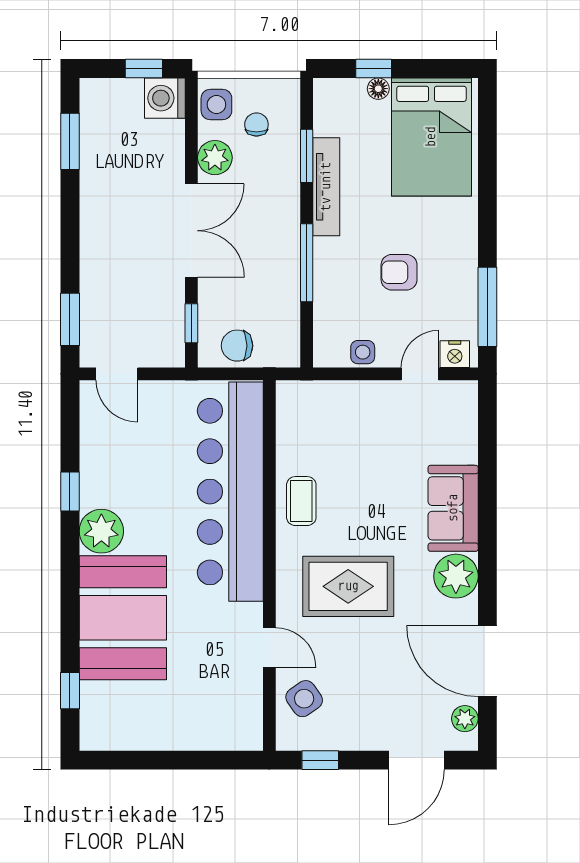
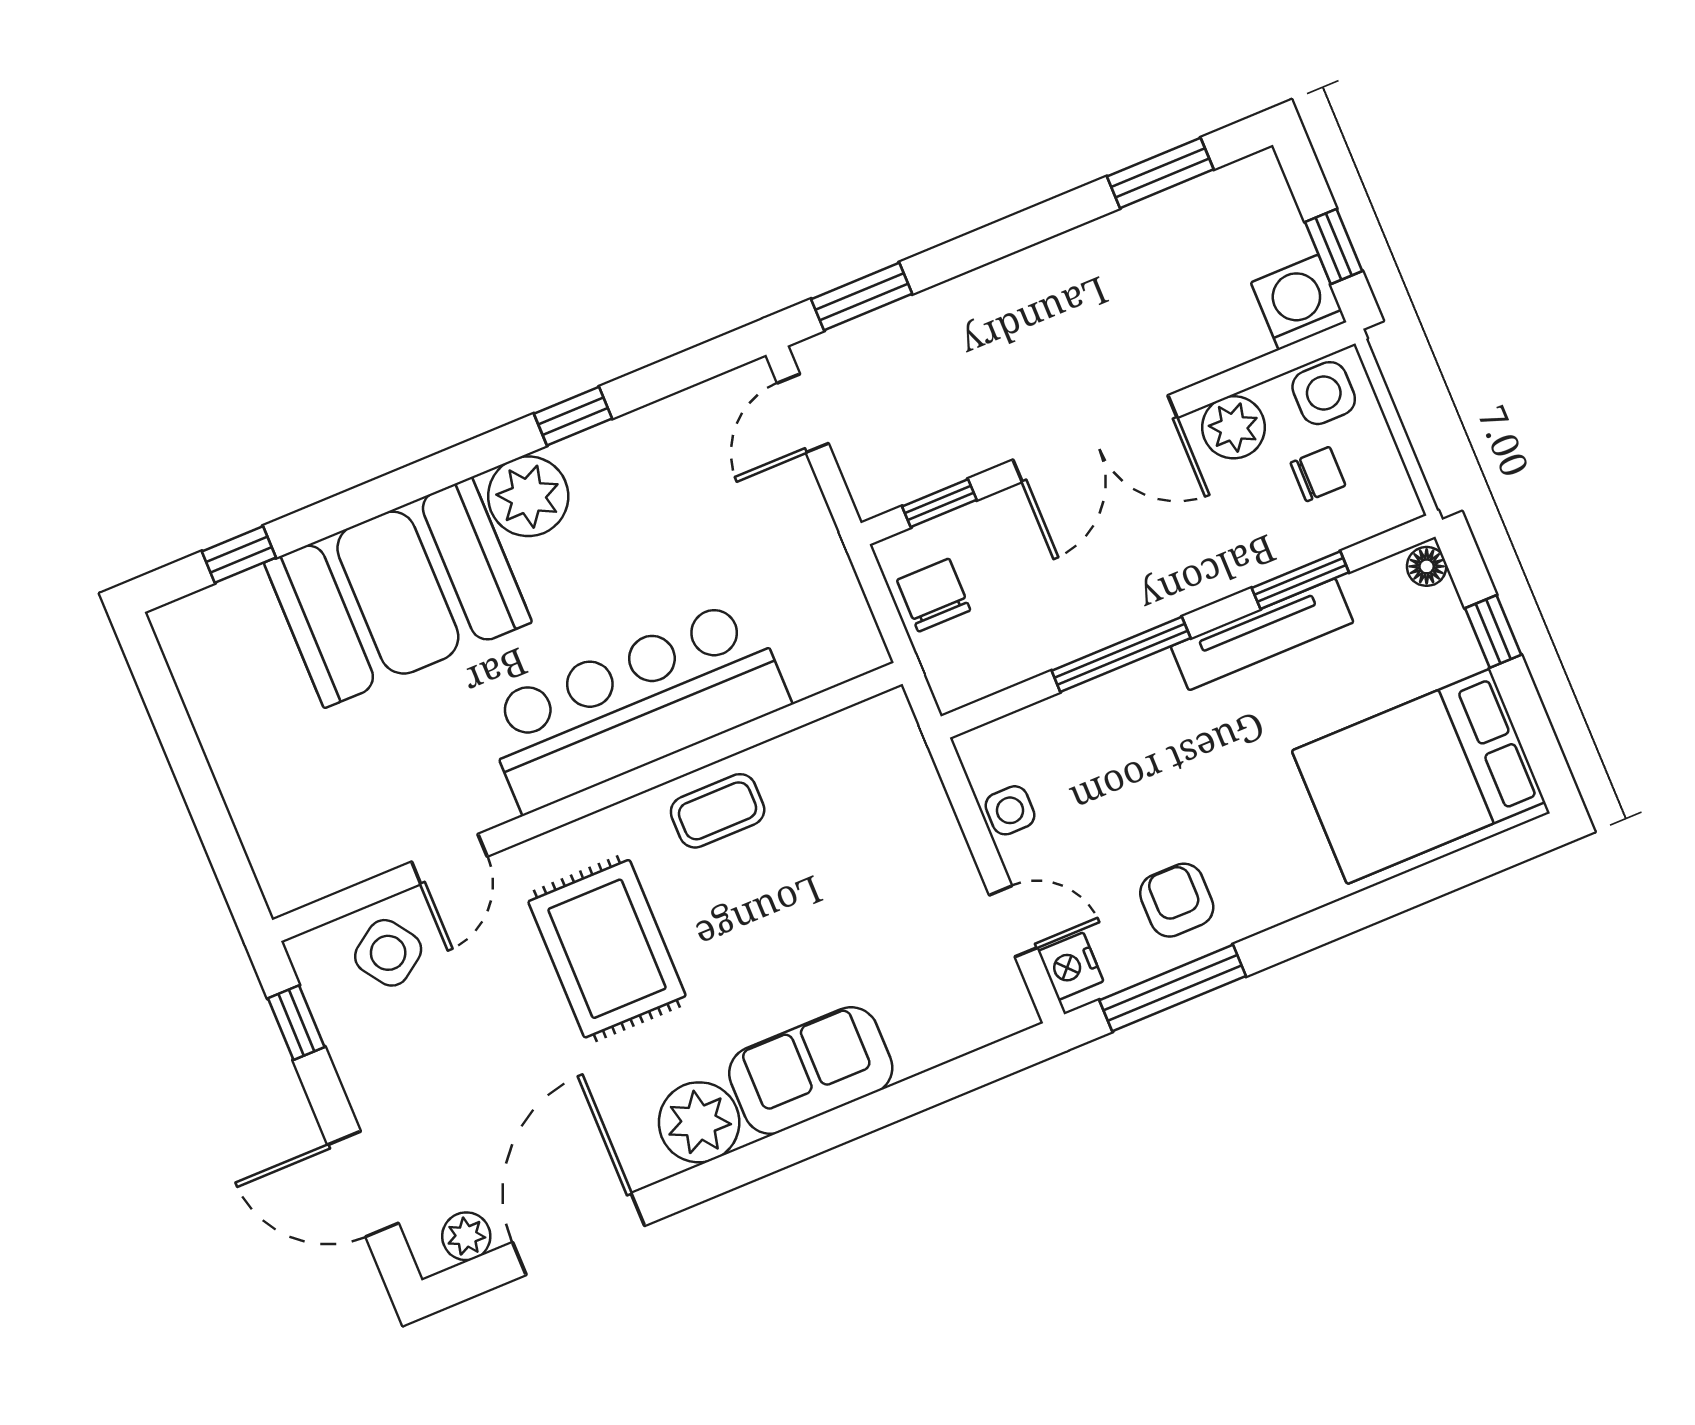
floor lamp: (378, 89) -> (1427, 566), moved
armchair: (399, 272) -> (1177, 900), moved
bar counter: (230, 492) -> (635, 705), width x0.73

